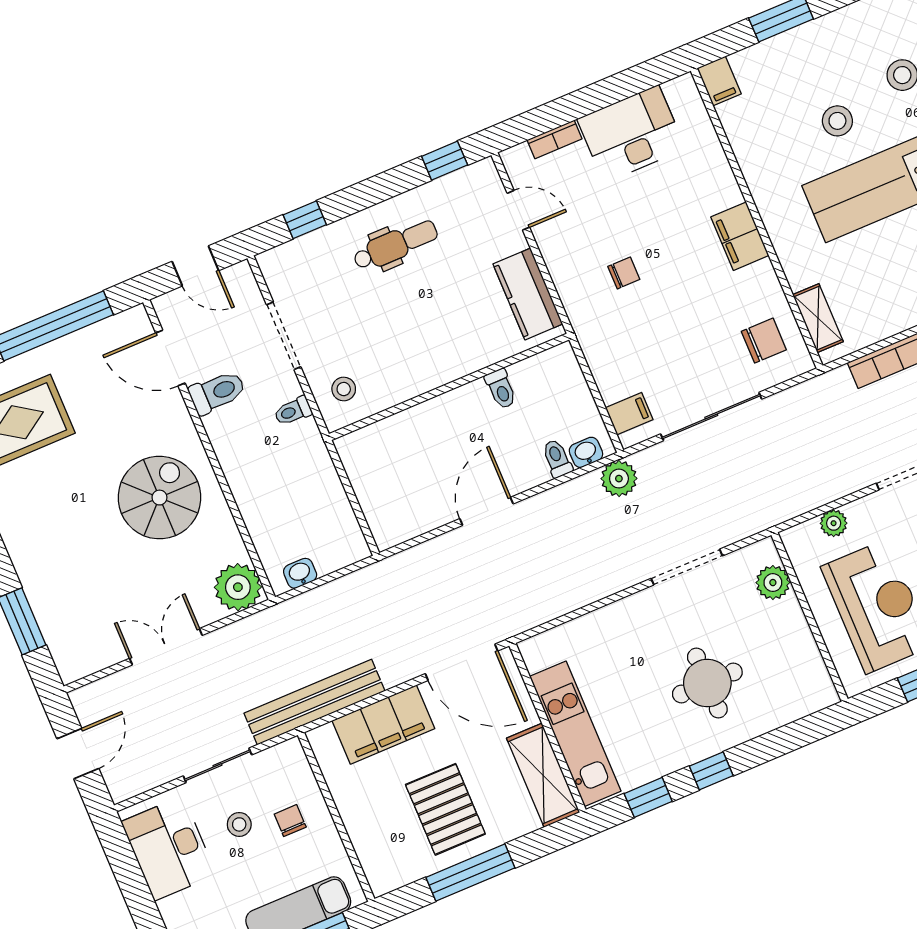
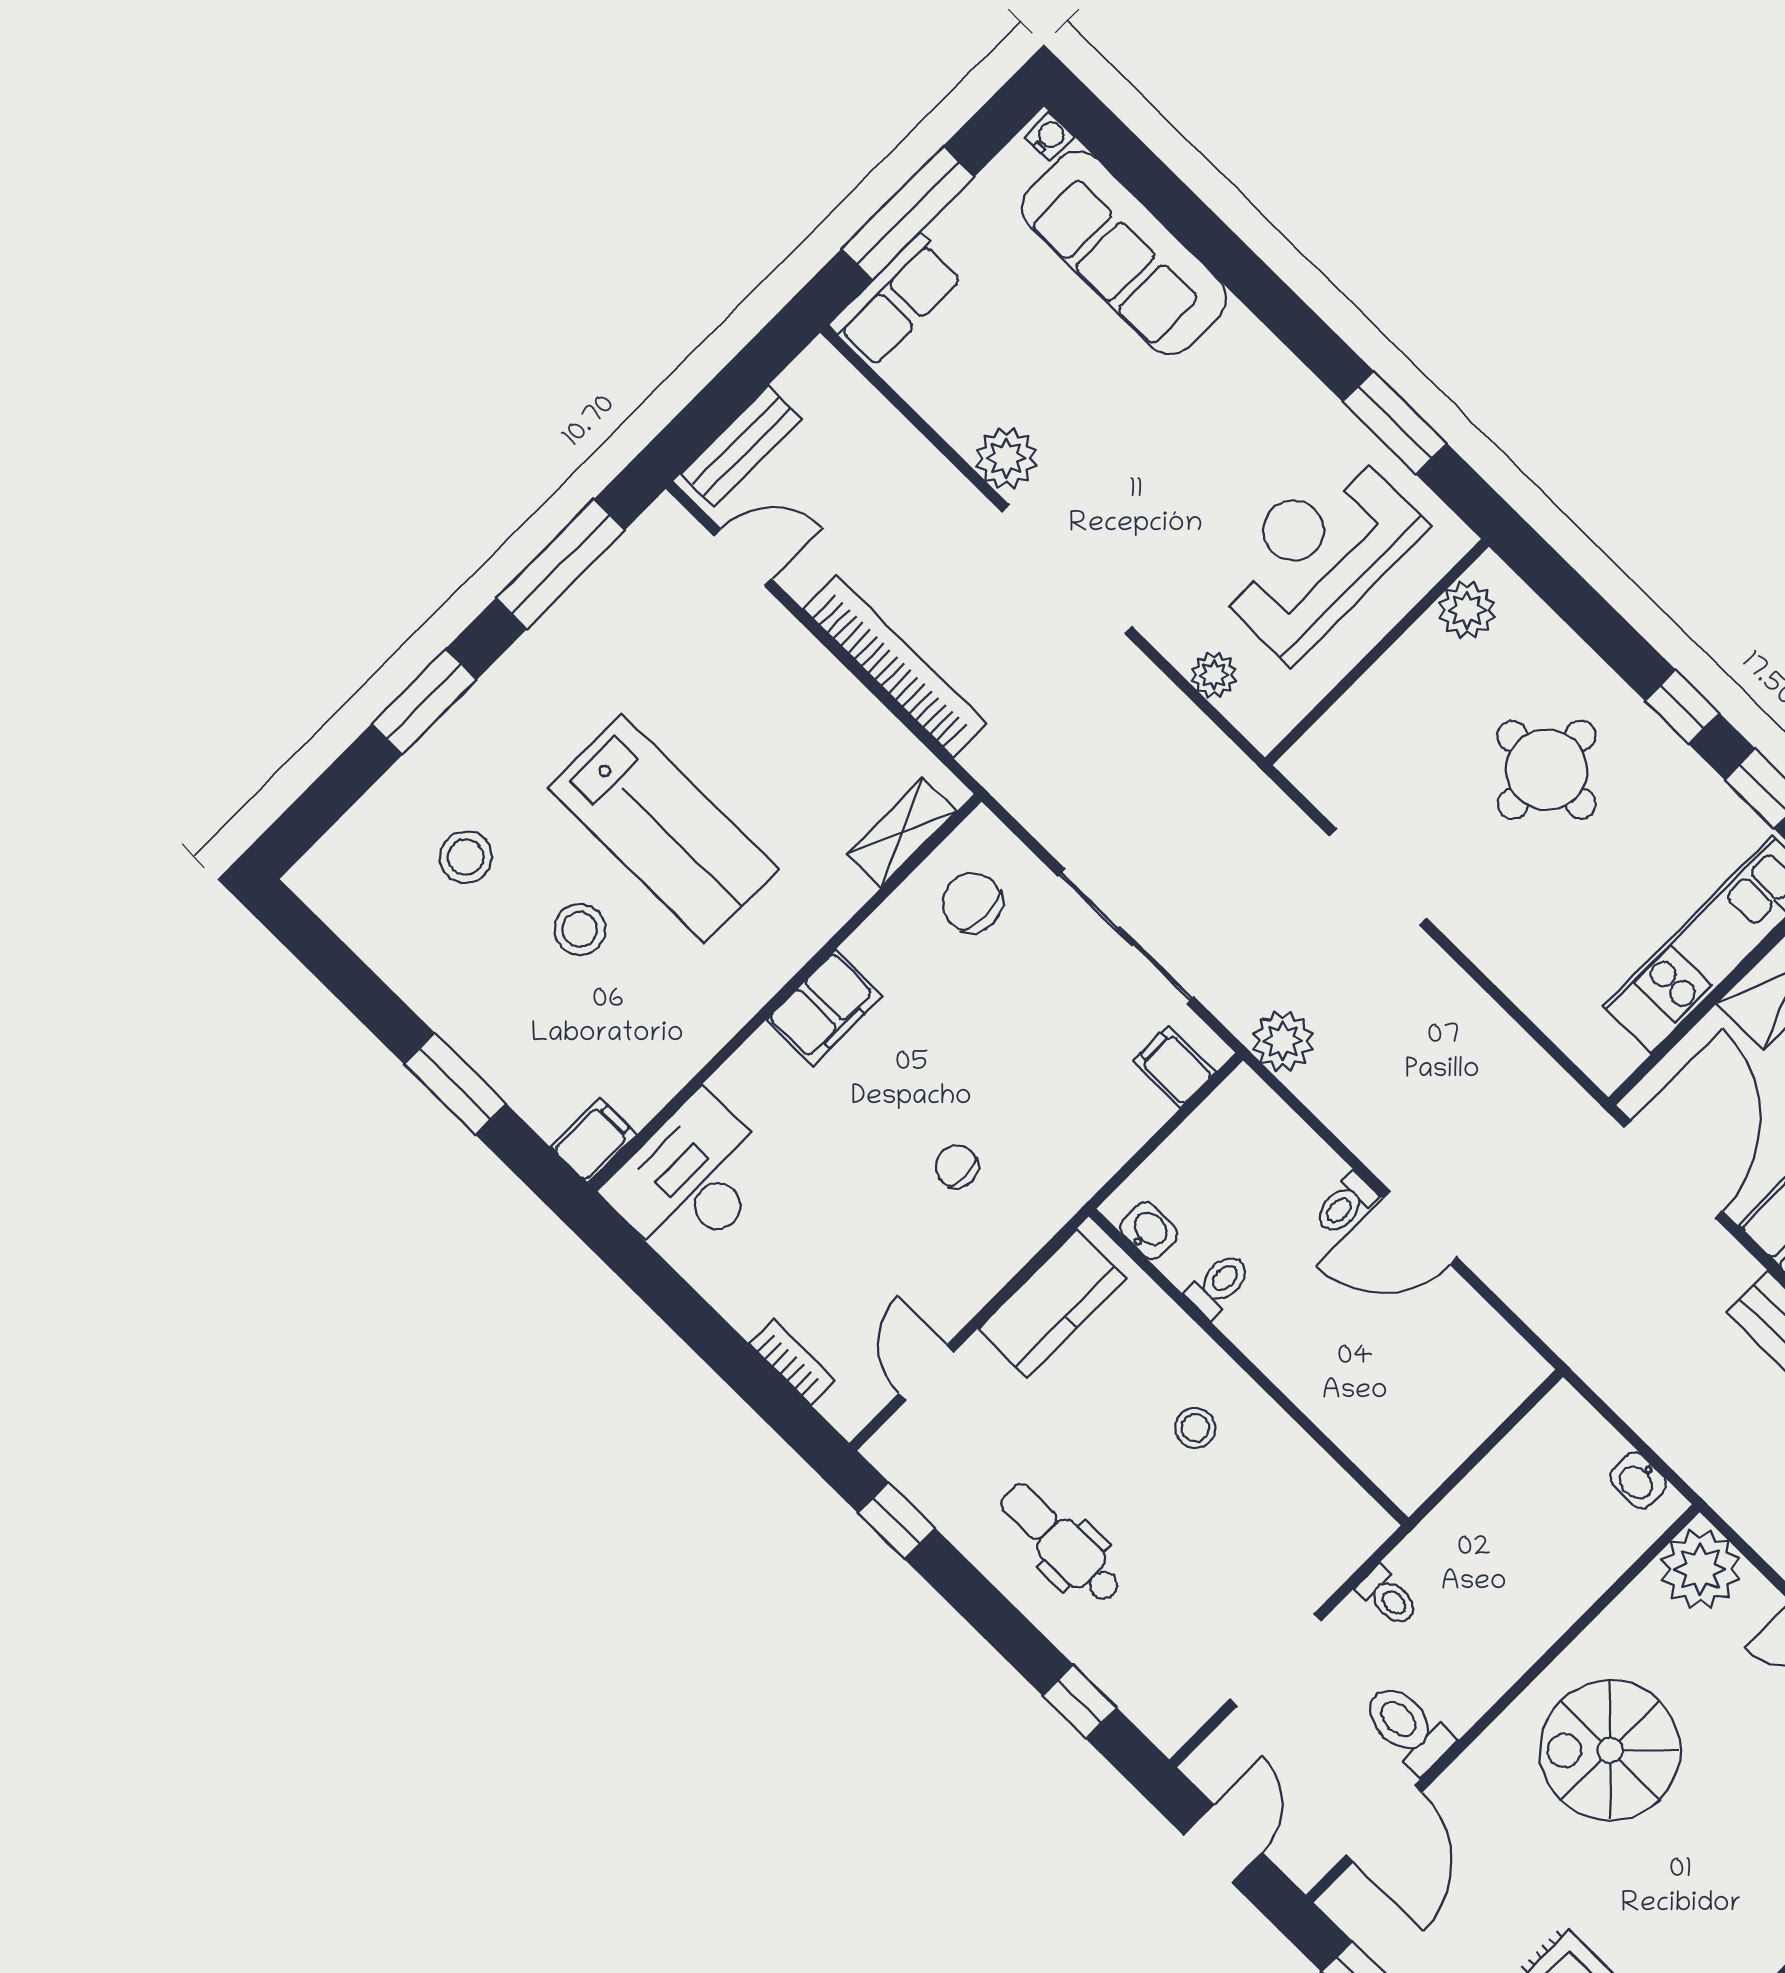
desk: (631, 134) -> (691, 1180), moved, turned 90
stool: (344, 389) -> (1195, 1428), moved
washbasin: (586, 452) -> (1149, 1231), moved, turned 180
toilet: (557, 458) -> (1345, 1204), moved
plant: (773, 583) -> (1467, 610), moved

